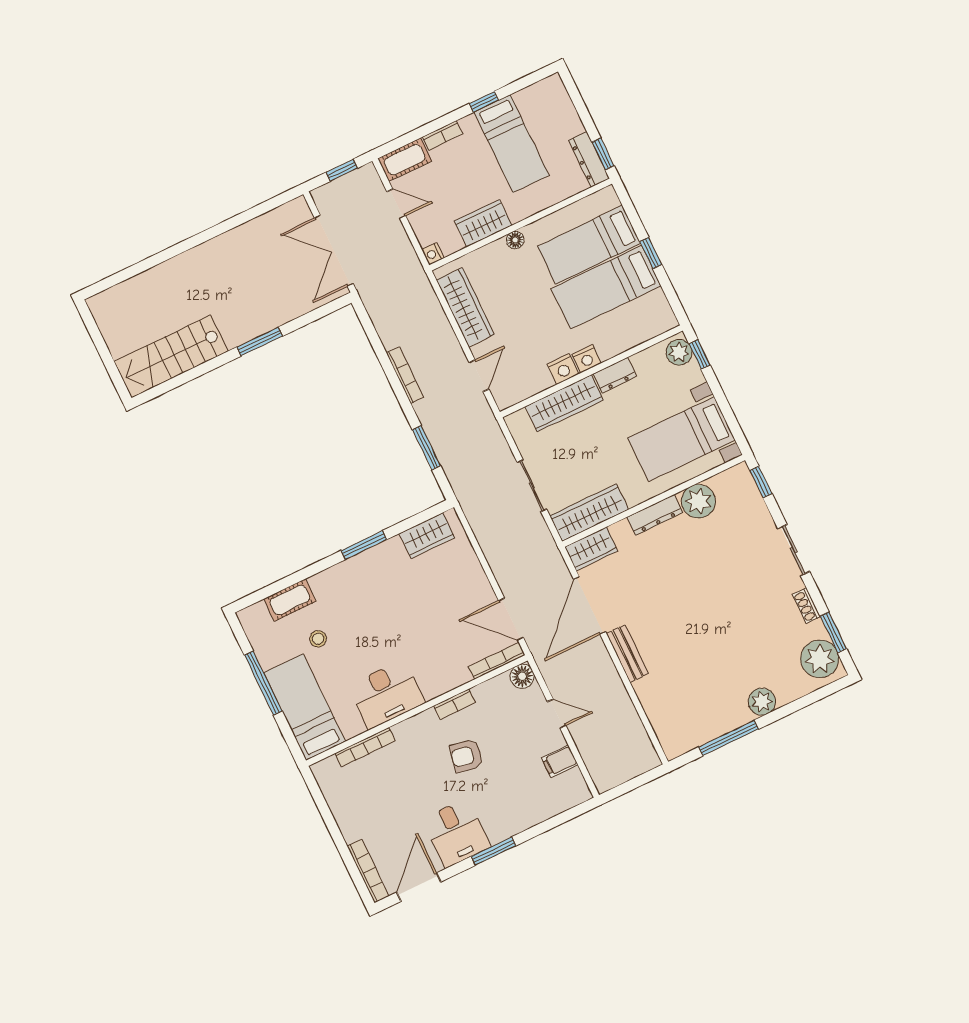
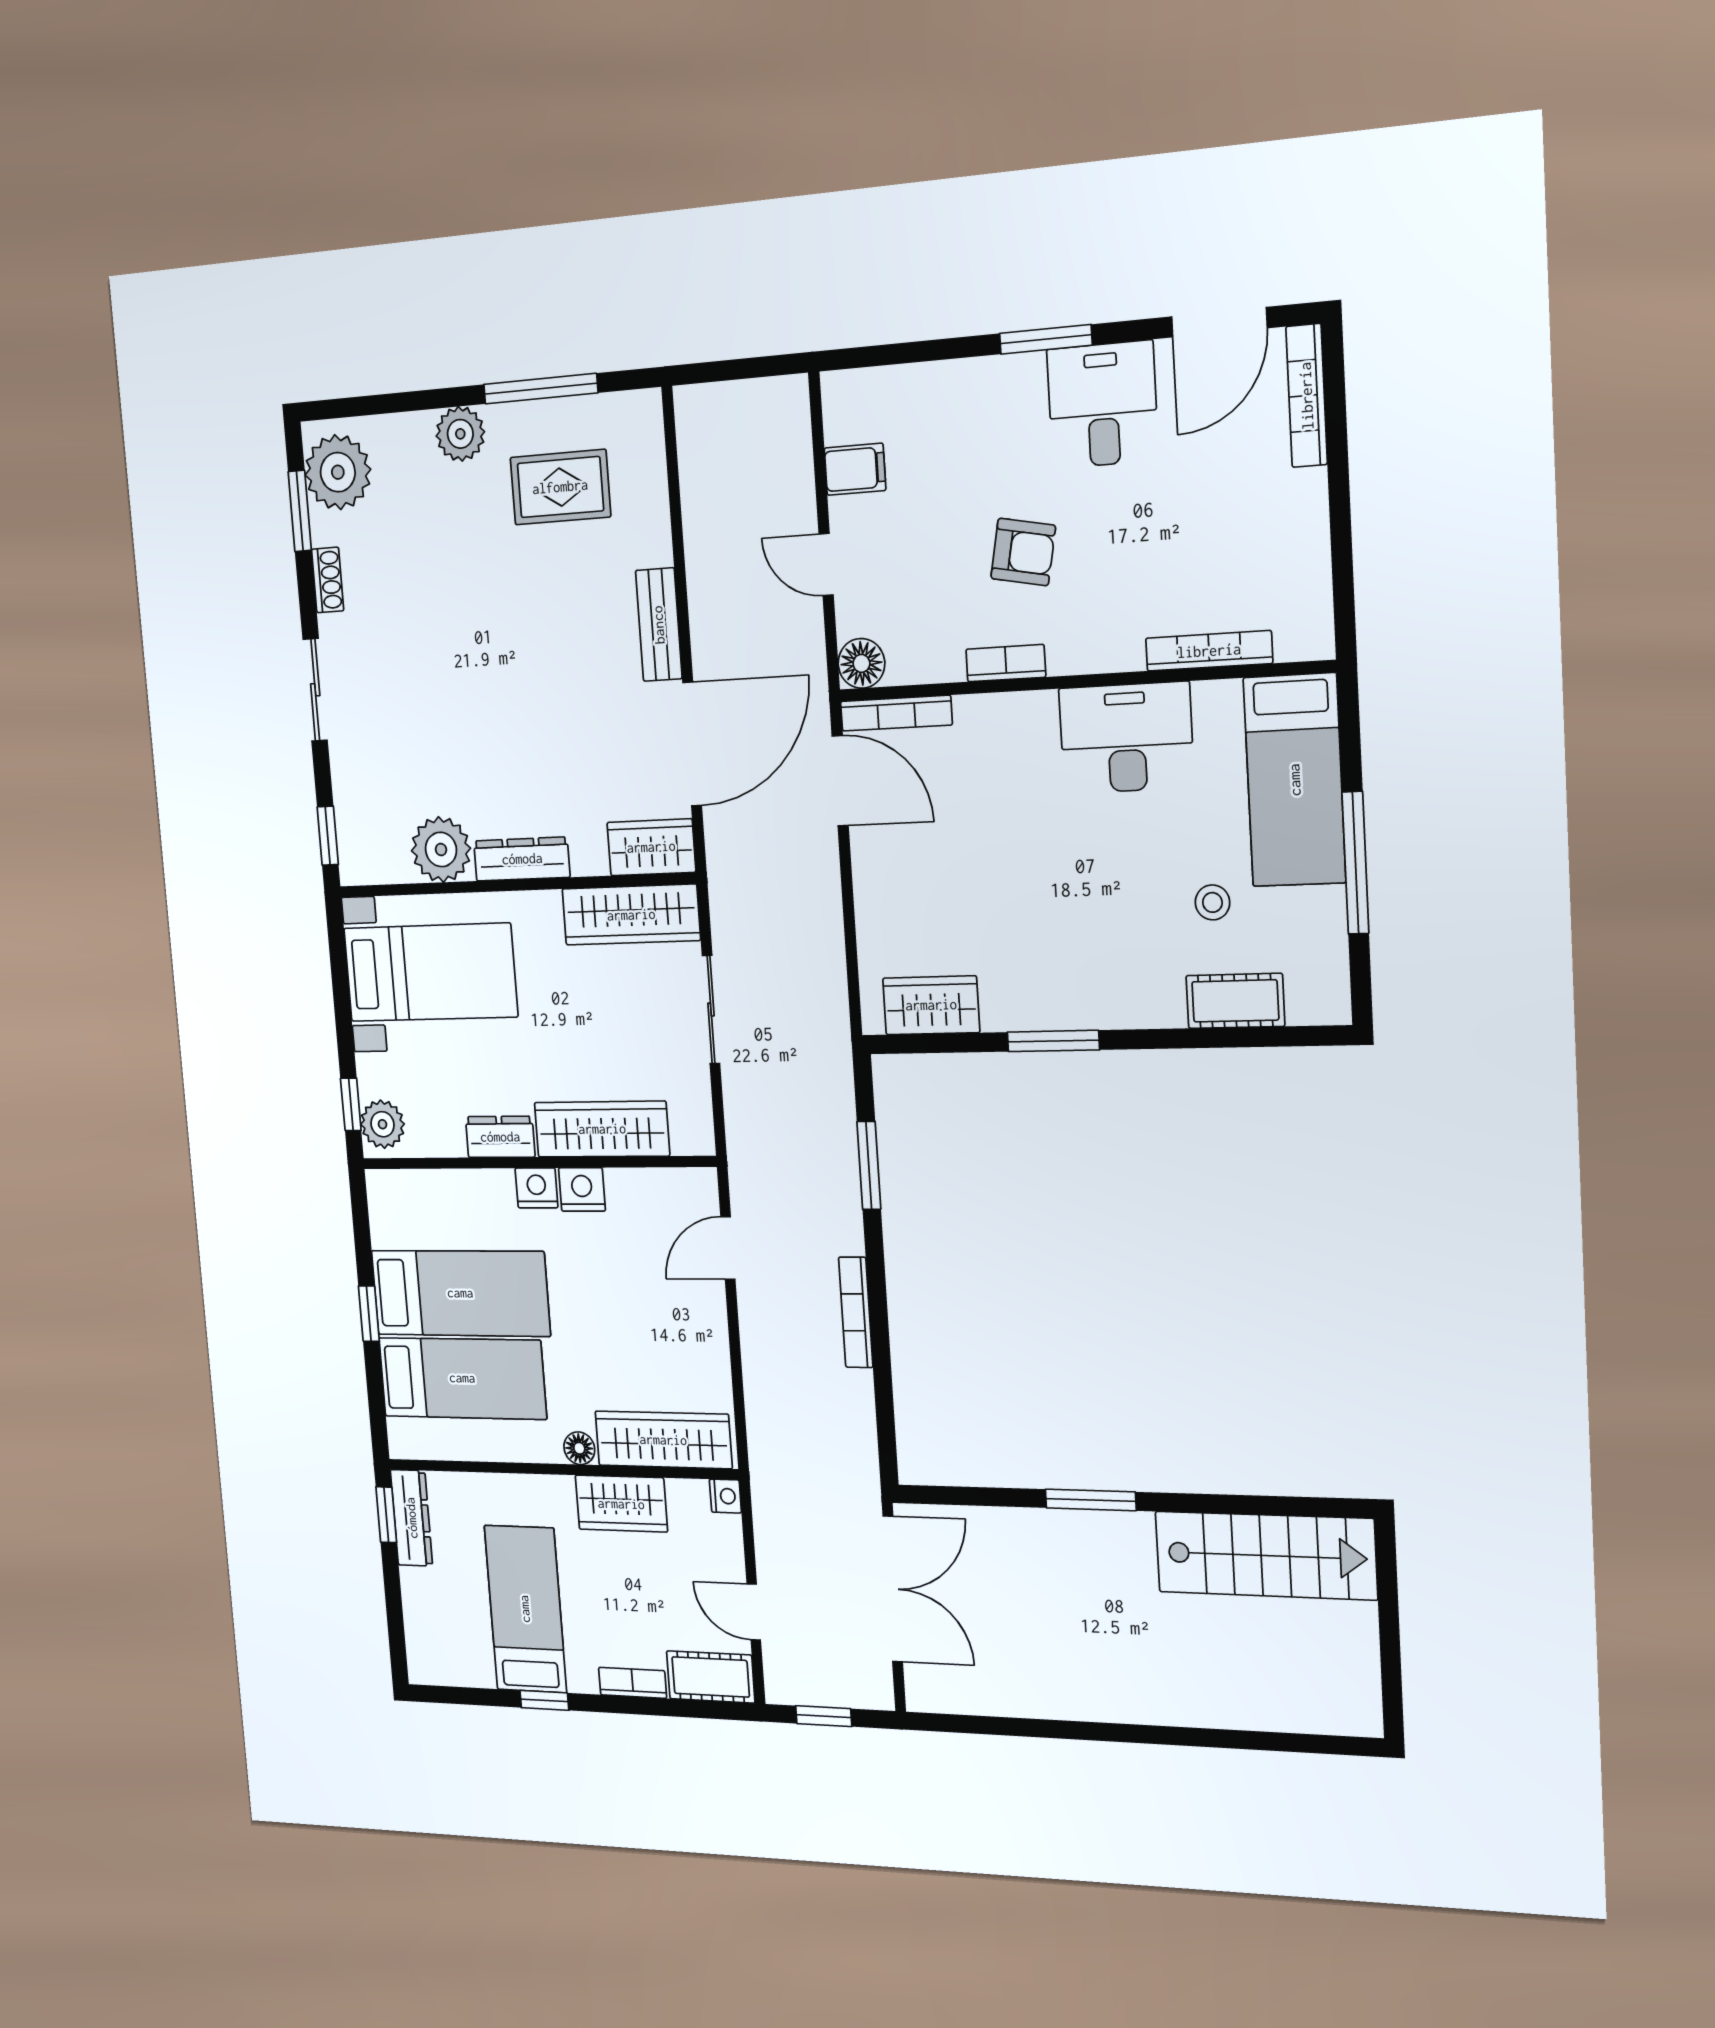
wardrobe: (465, 307) -> (663, 1440), moved, turned 90
rug: (701, 697) -> (560, 487), added

